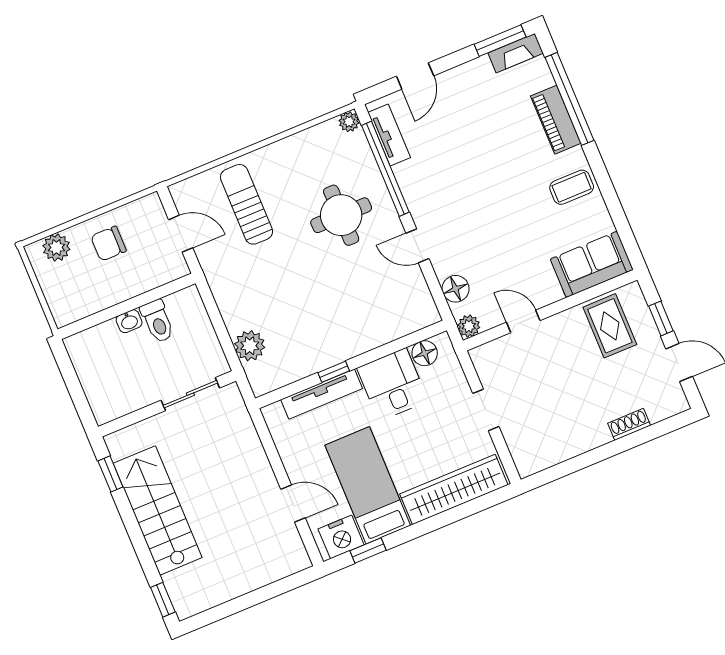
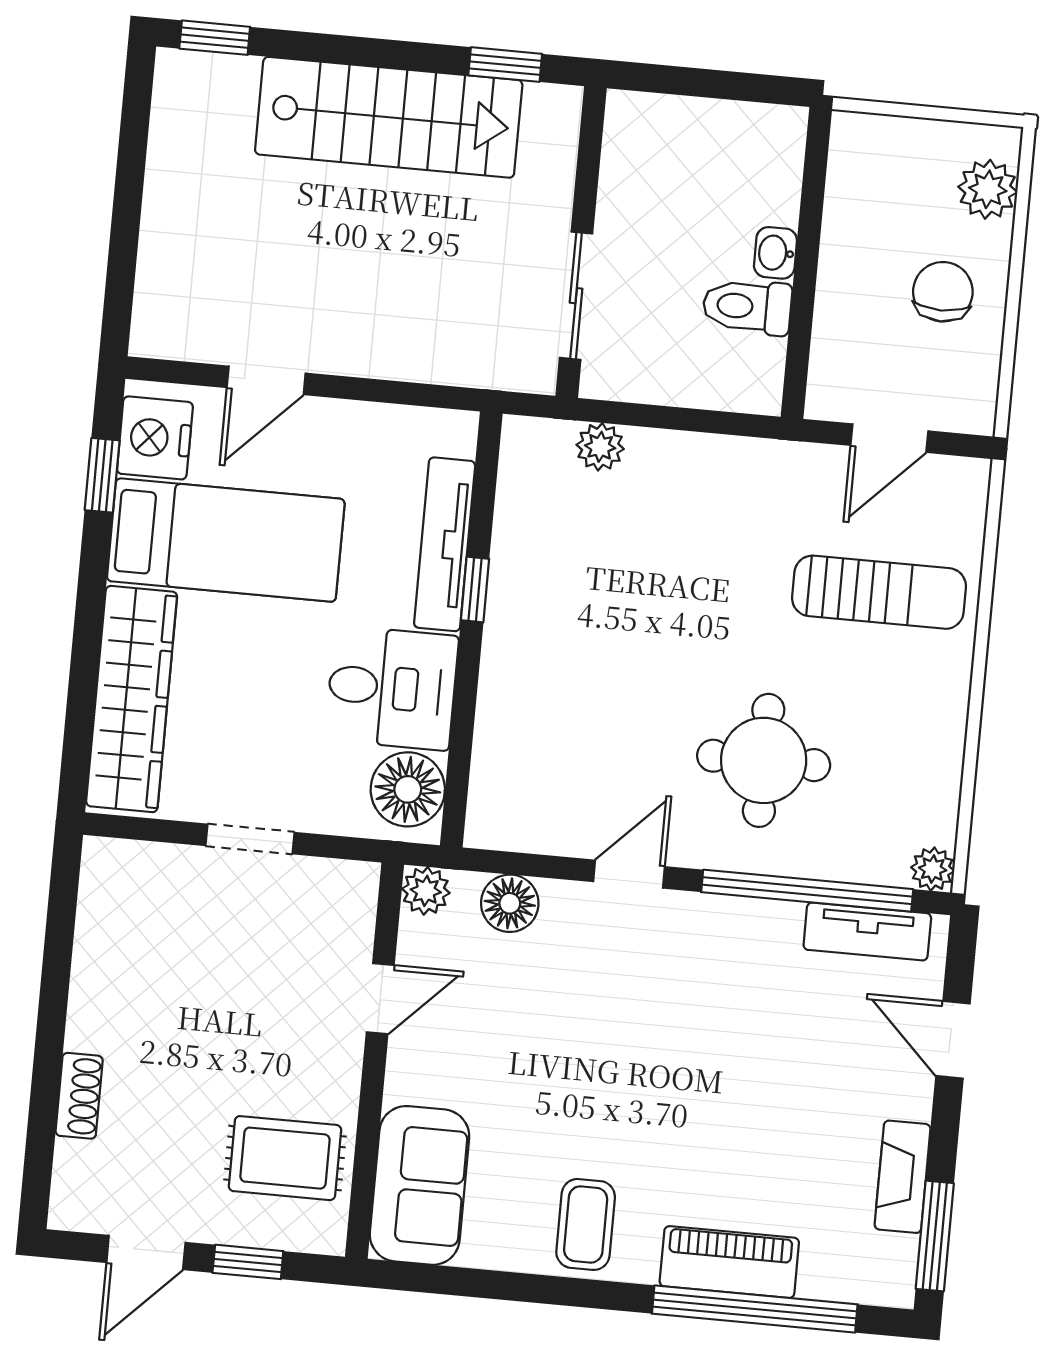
fireplace: (516, 53) -> (903, 1177), moved
plant: (250, 346) -> (600, 447), width x0.73, depth x0.73
floor lamp: (425, 353) -> (408, 789), width x1.38, depth x1.38

